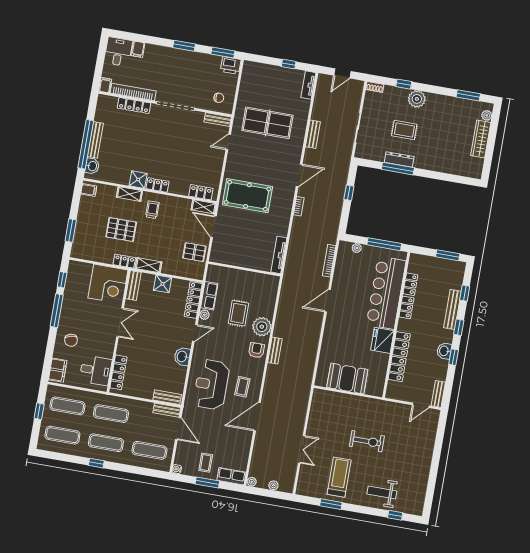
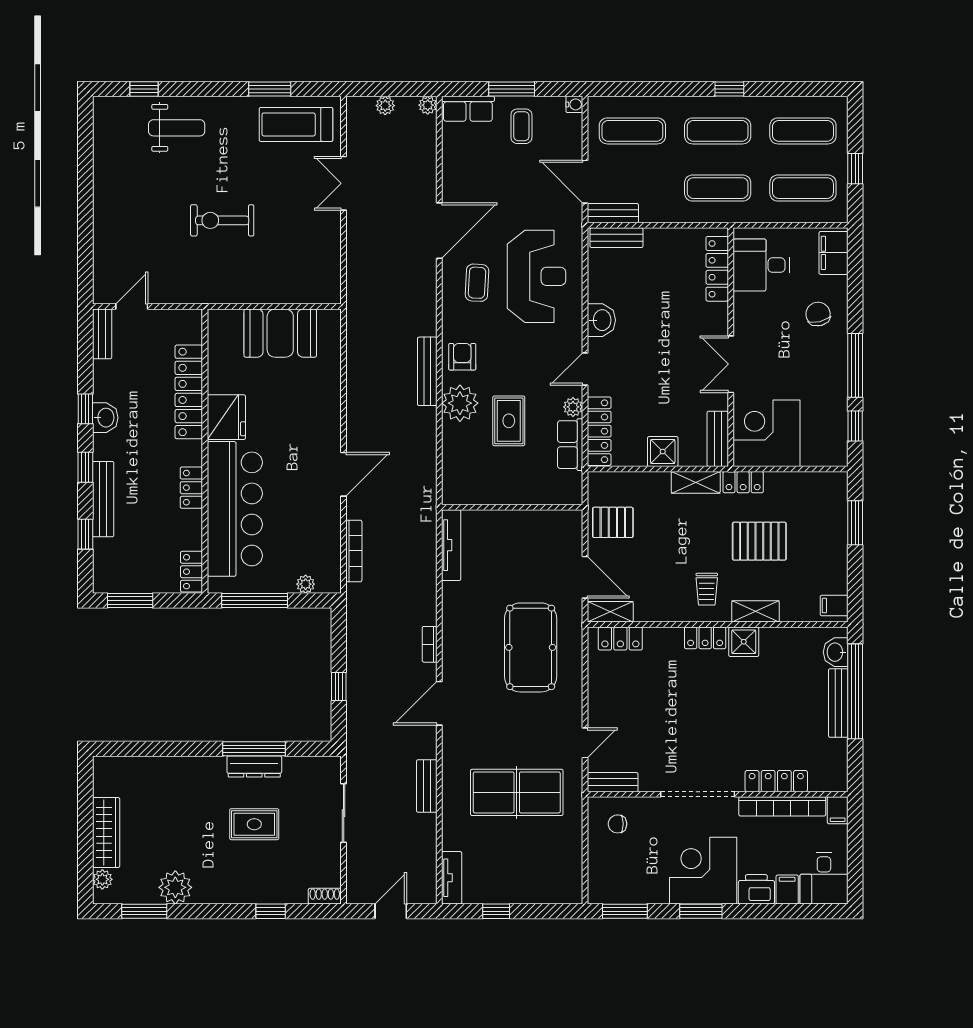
printer: (231, 65) -> (756, 889), moved
corner desk: (179, 66) -> (703, 871), added
plant: (417, 99) -> (175, 887), moved
pool table: (247, 196) -> (531, 647), turned 90
locker: (410, 284) -> (192, 572), moved
armchair: (256, 350) -> (462, 357), turned 180
bench: (275, 351) -> (427, 371), width x1.36
treadmill: (339, 477) -> (296, 124), moved, turned 90

